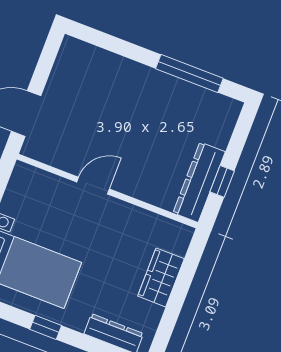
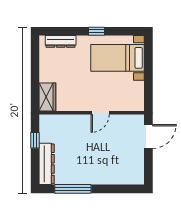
dresser: (199, 182) -> (47, 164), moved
wardrobe: (161, 277) -> (47, 97), moved

